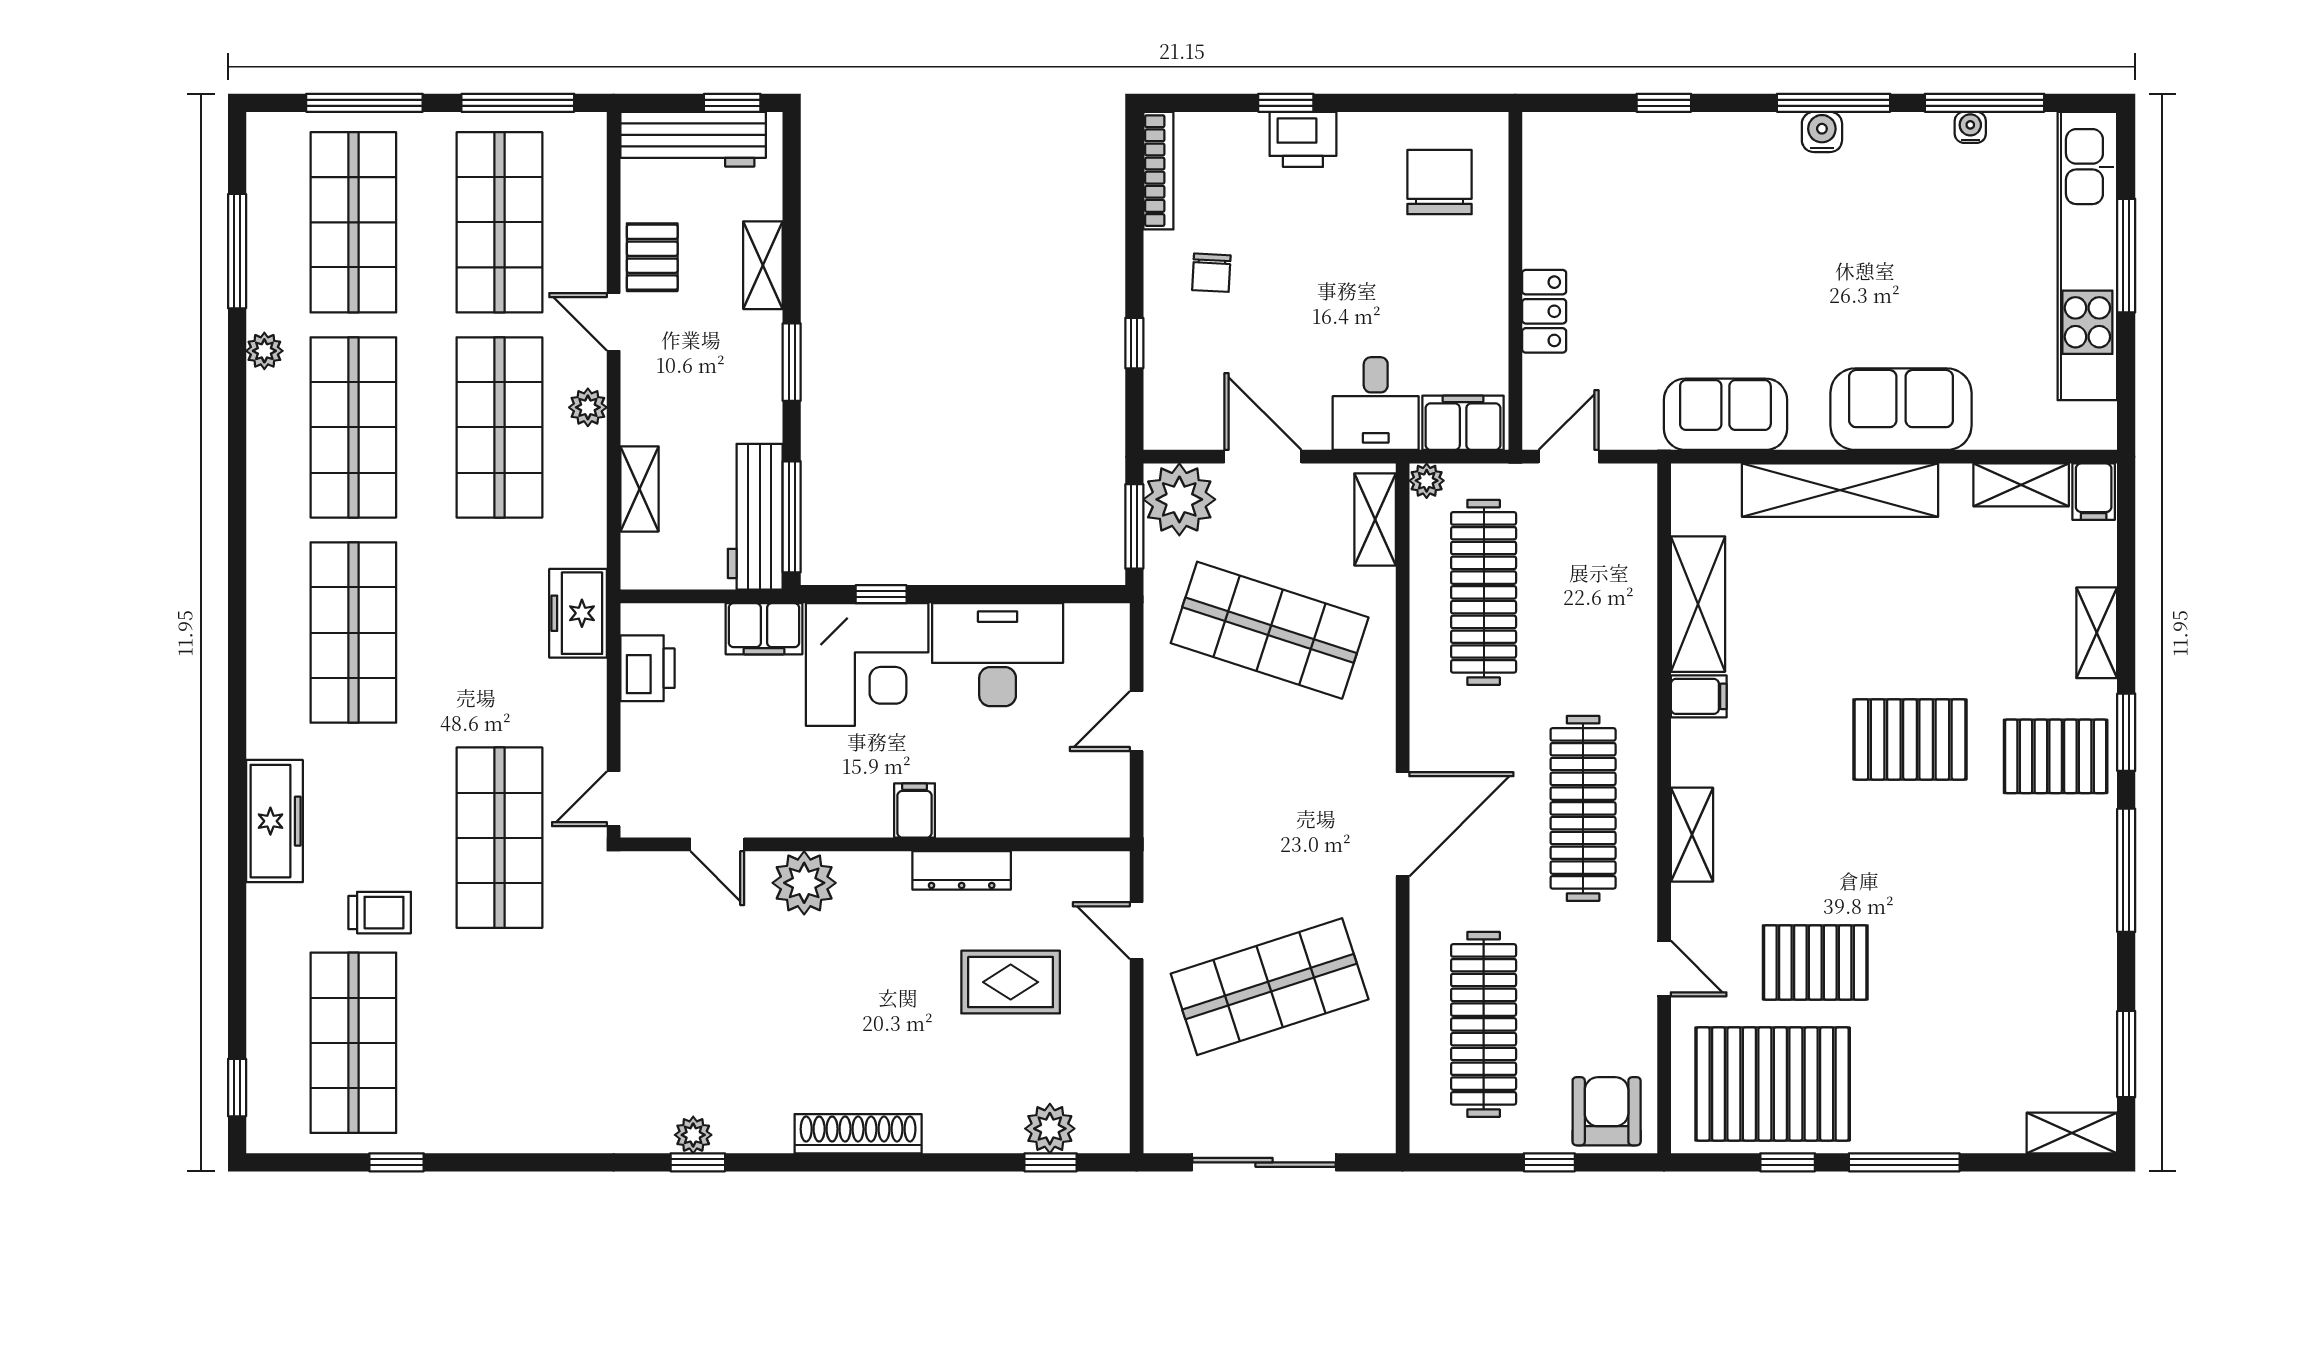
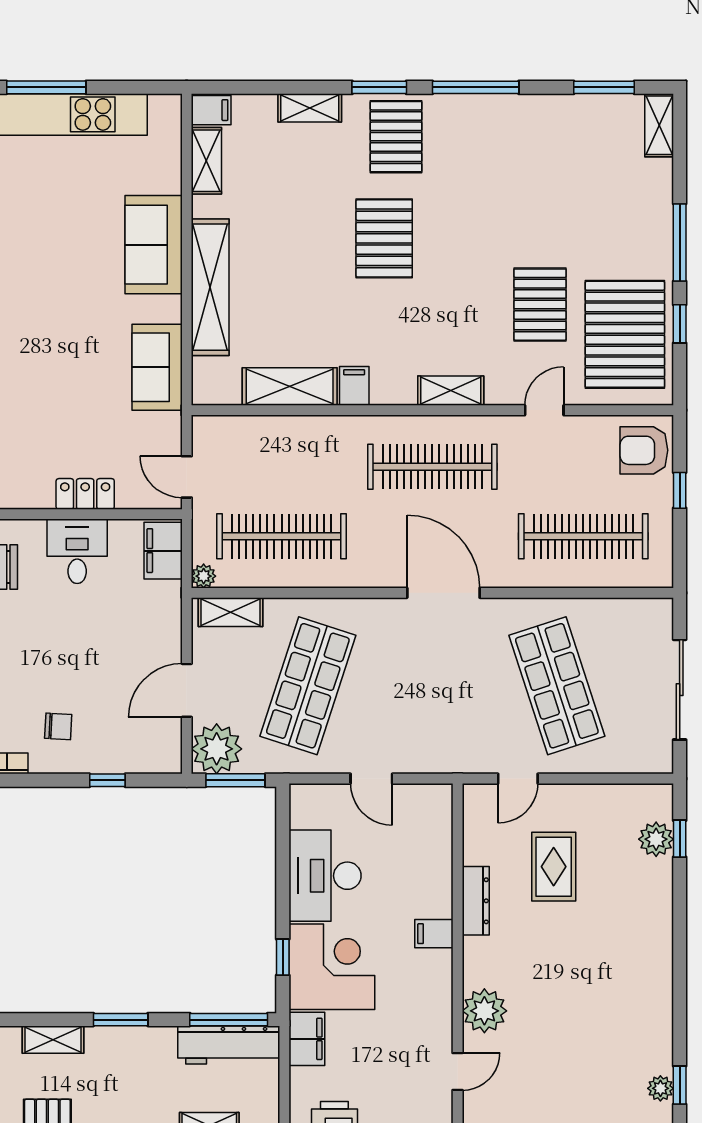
desk: (1376, 404) -> (77, 551), moved, turned -90
shoe rack: (858, 1134) -> (660, 973), removed

